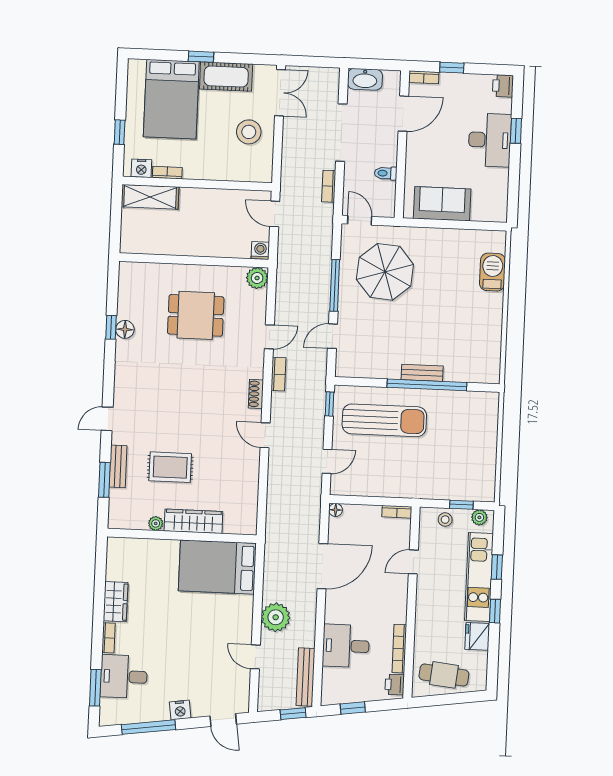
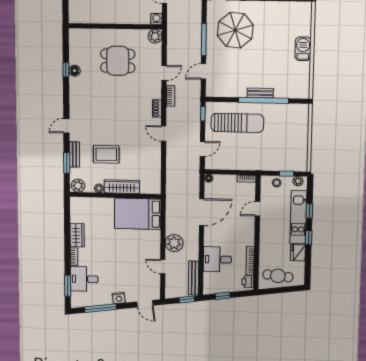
barbecue: (492, 272) -> (303, 49), moved
plant: (121, 518) -> (78, 186), added

